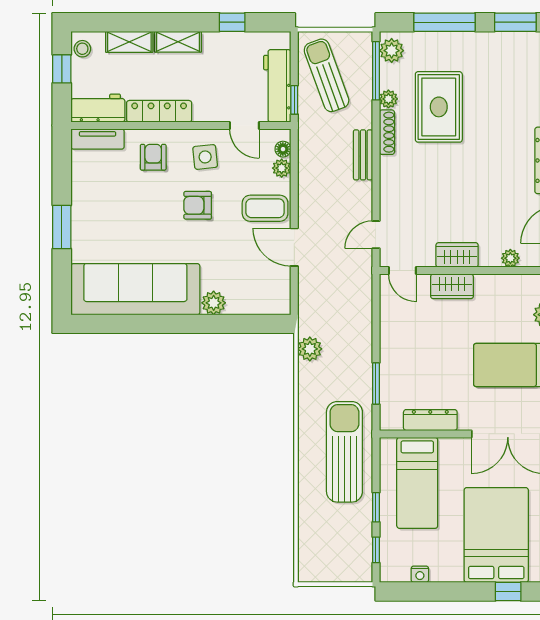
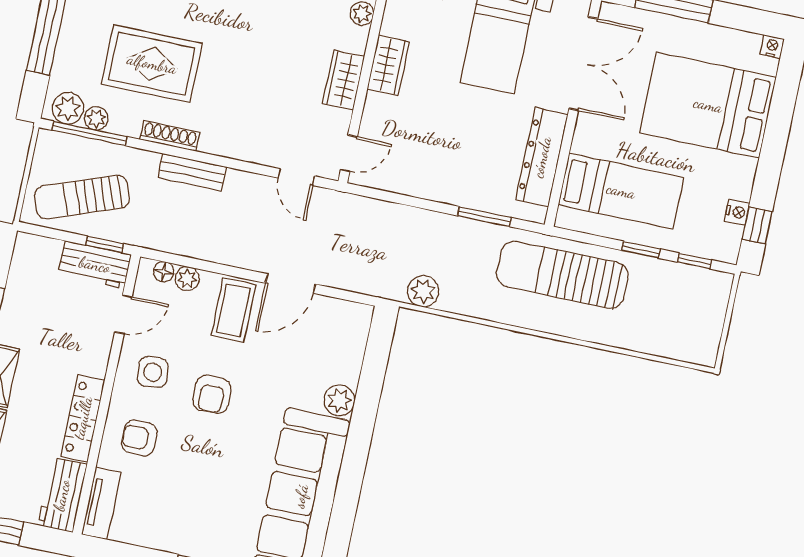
workbench: (277, 86) -> (95, 265), width x0.73
plant: (388, 99) -> (96, 118), moved
wardrobe: (452, 286) -> (388, 65), moved
dresser: (430, 420) -> (542, 157), width x1.37, depth x1.24
window: (508, 592) -> (757, 225), moved

